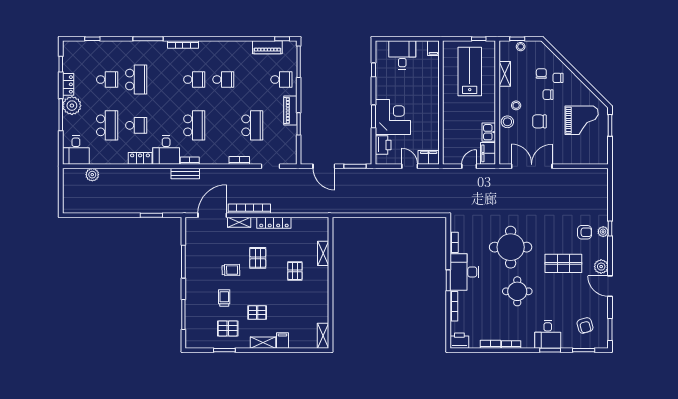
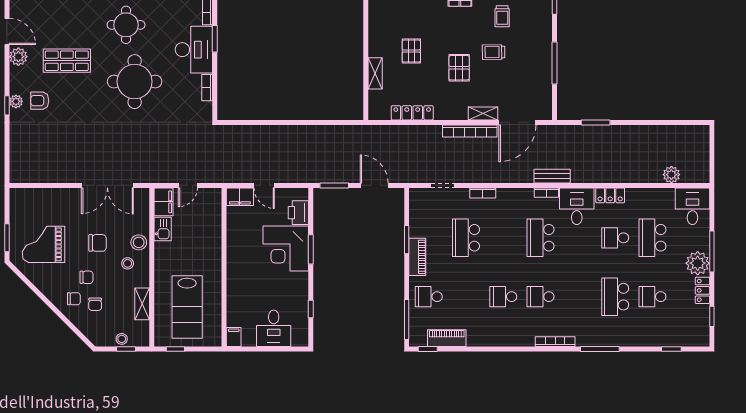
locker: (274, 223) -> (412, 113), moved

